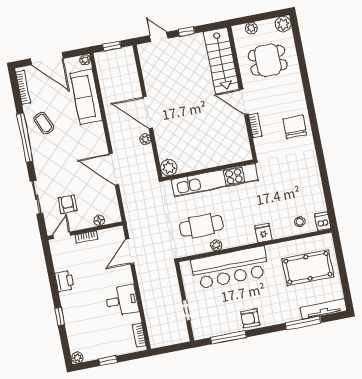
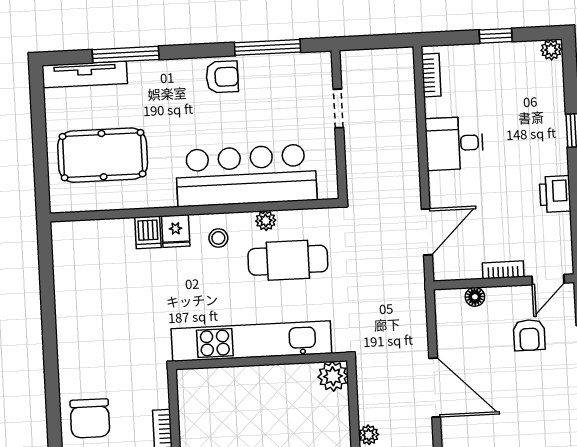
dishwasher: (323, 221) -> (148, 232), moved
stool: (300, 222) -> (218, 238), moved

